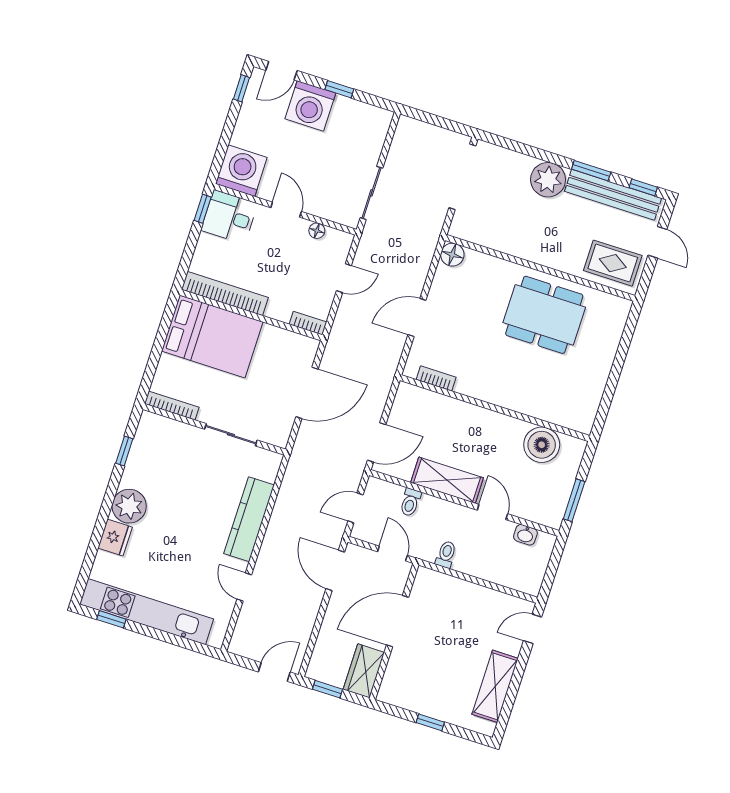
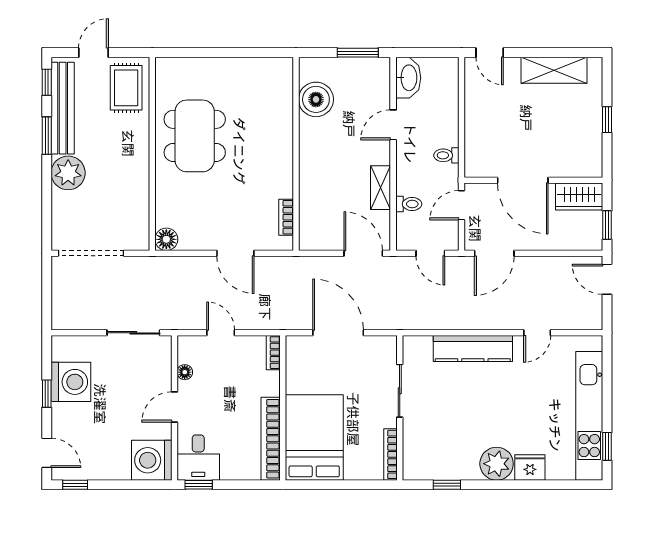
washing machine: (310, 106) -> (71, 382), moved
shelving: (447, 480) -> (381, 188), width x0.67, depth x0.75
washbasin: (525, 535) -> (408, 78), width x1.91, depth x1.45

